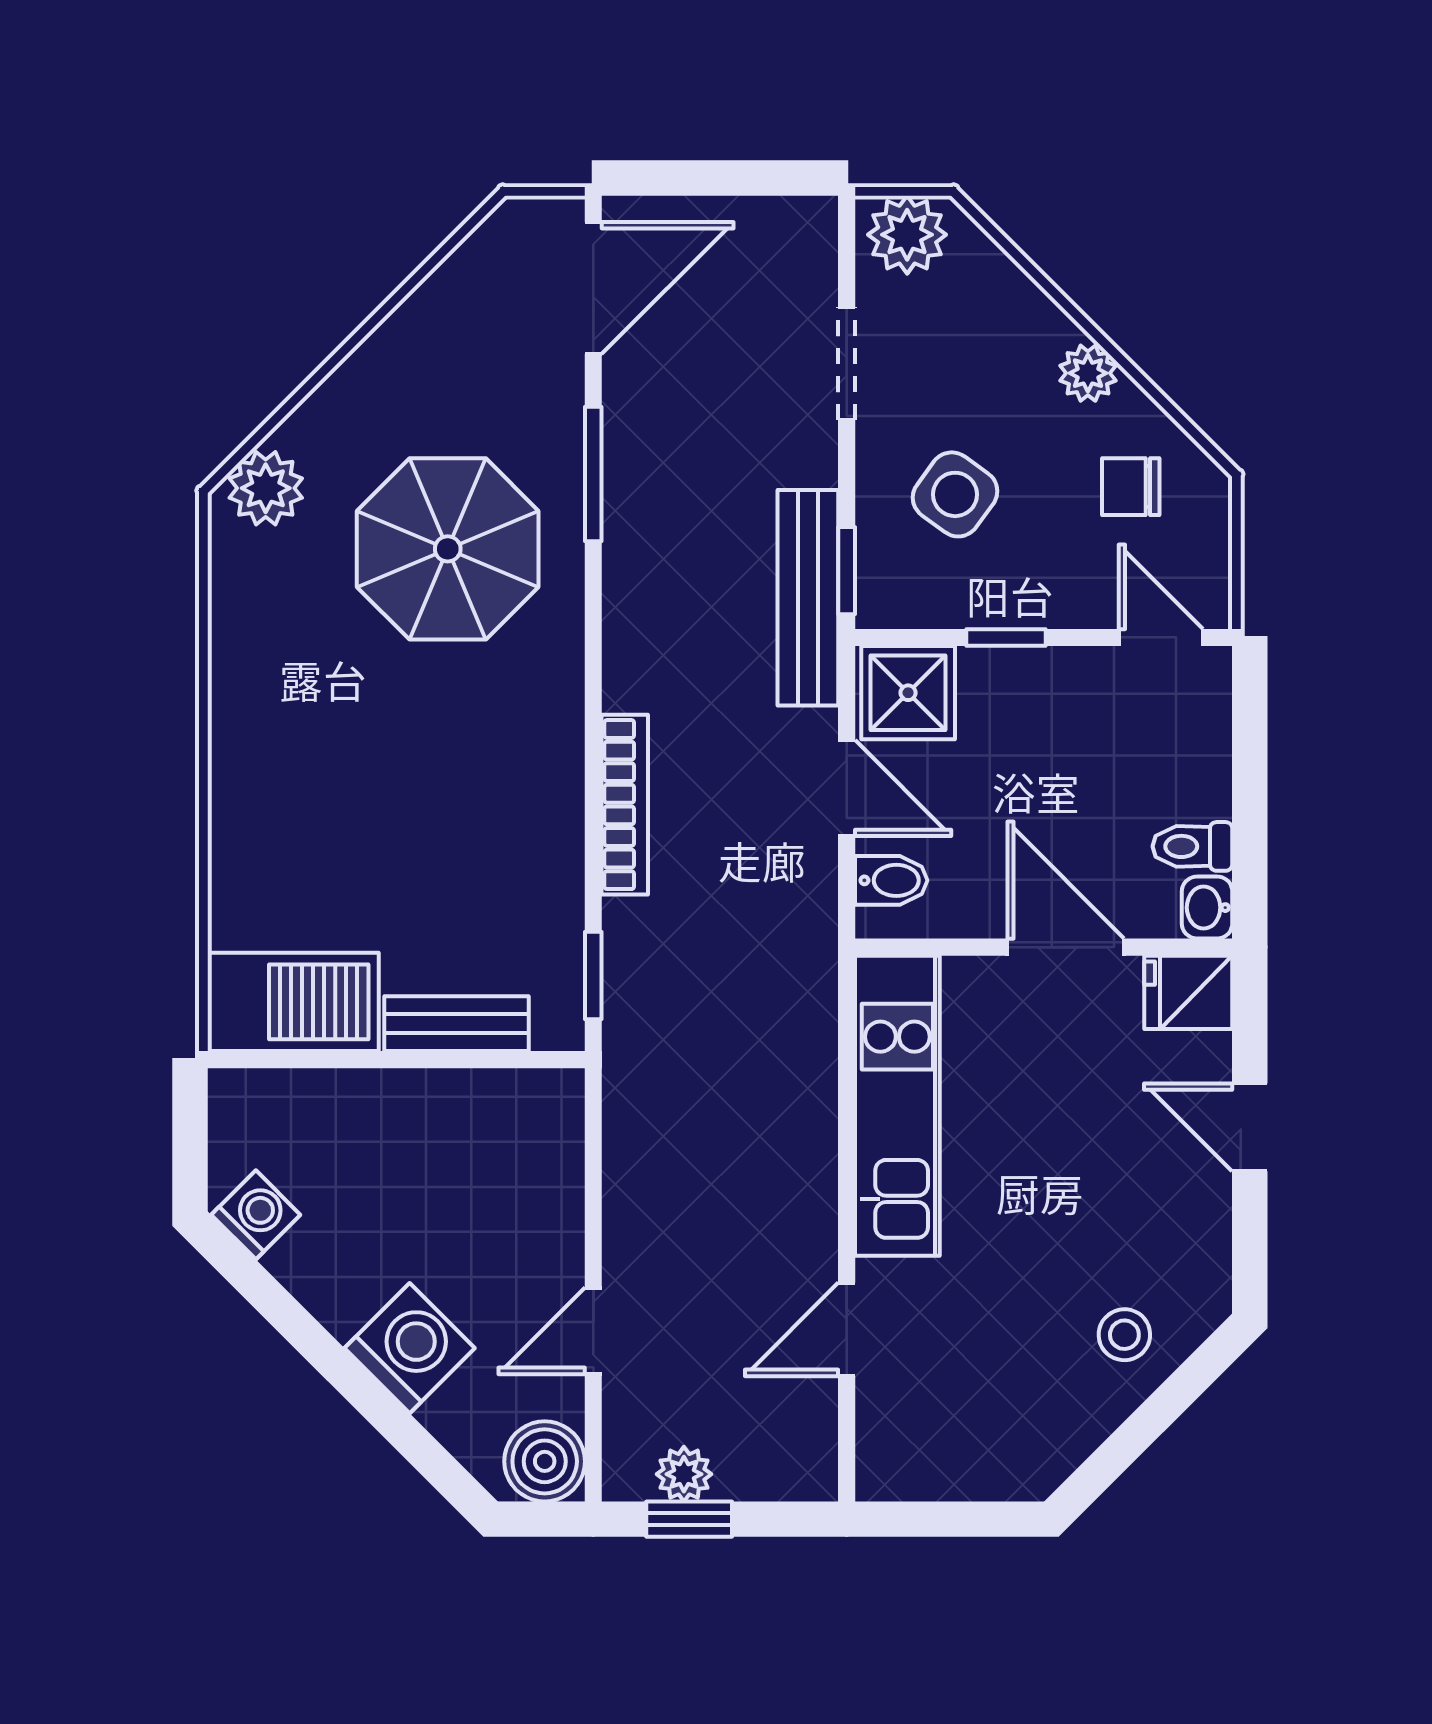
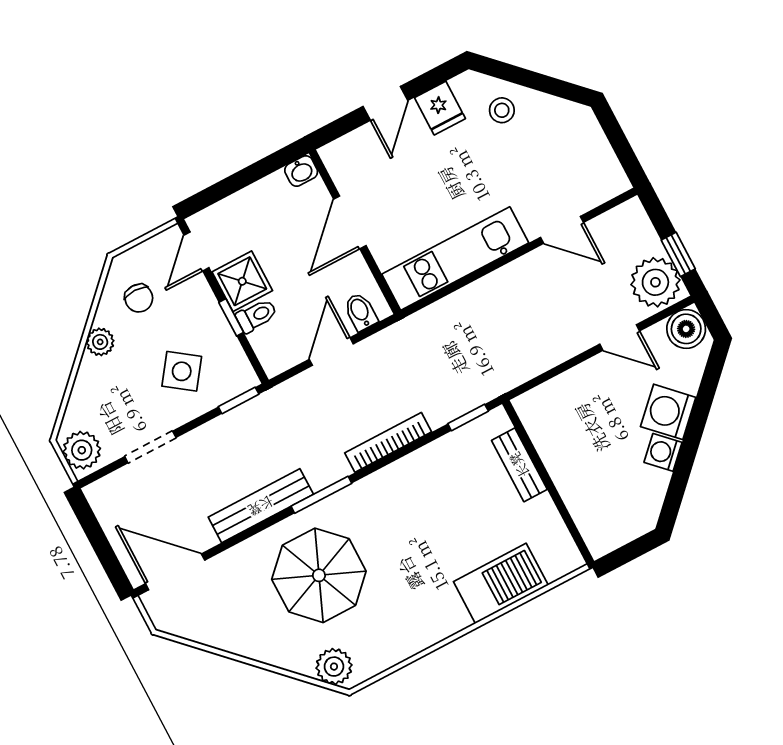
window: (593, 474) -> (321, 495), moved
bench: (808, 598) -> (261, 506), moved
shower: (908, 693) -> (242, 281), moved
toilet: (1192, 846) -> (257, 316), moved, turned -90
fridge: (1188, 992) -> (440, 108), moved
barbecue: (293, 1002) -> (501, 583), moved, turned 90
washing machine: (256, 1215) -> (663, 452), moved
plant: (684, 1474) -> (655, 282), width x1.88, depth x1.88

